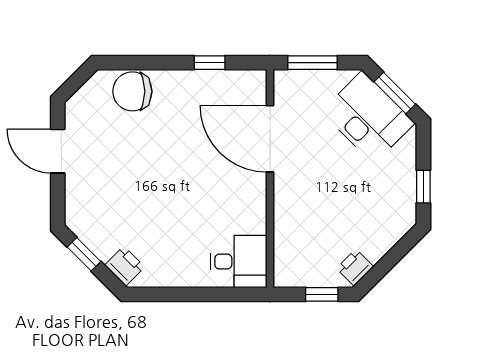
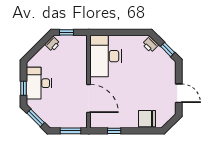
chair: (132, 91) -> (147, 119), turned 180
desk: (368, 117) -> (39, 83), moved, turned 45
window: (423, 187) -> (23, 88), moved
desk: (239, 262) -> (106, 56), width x1.87, depth x1.30

